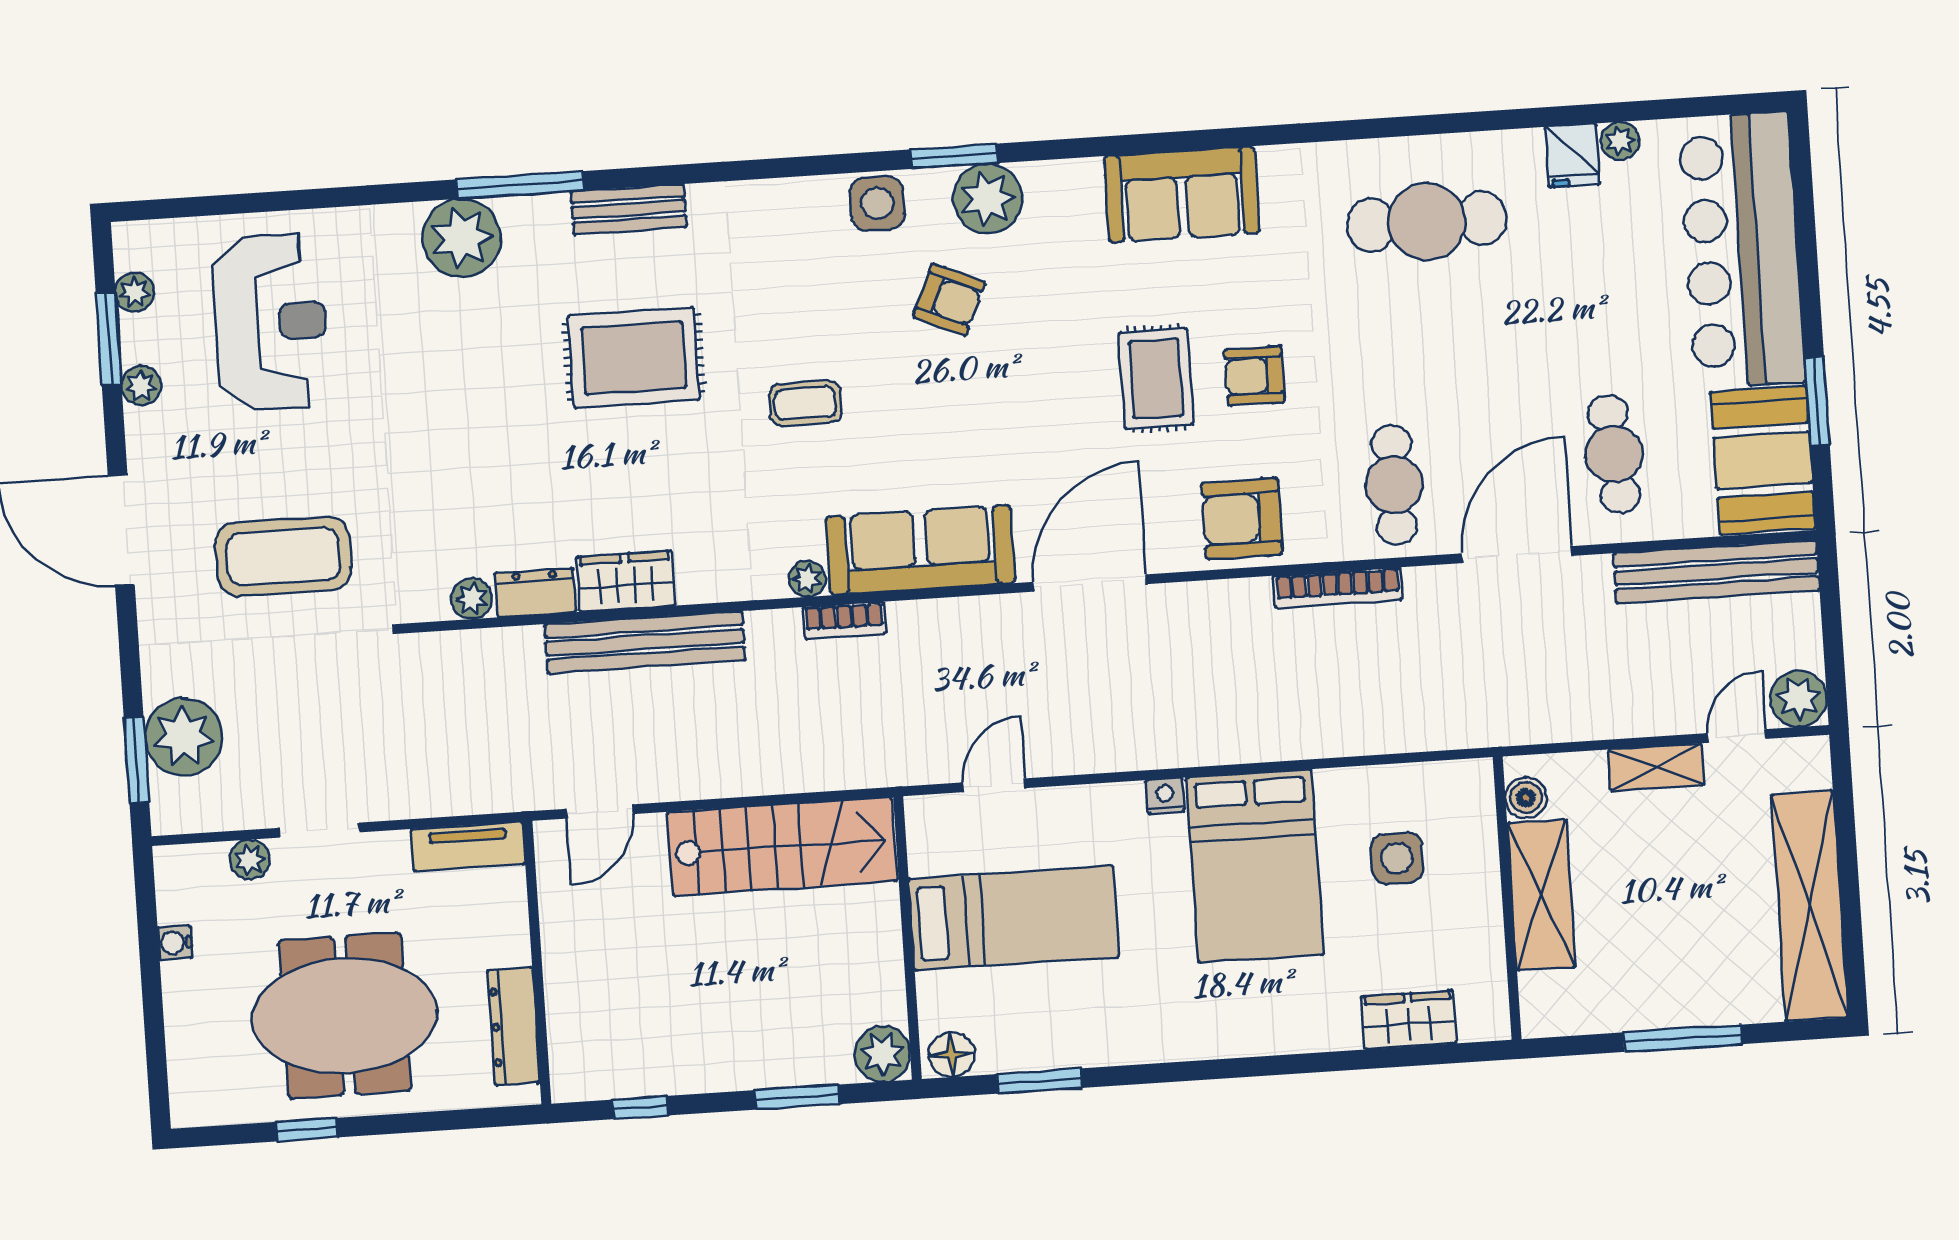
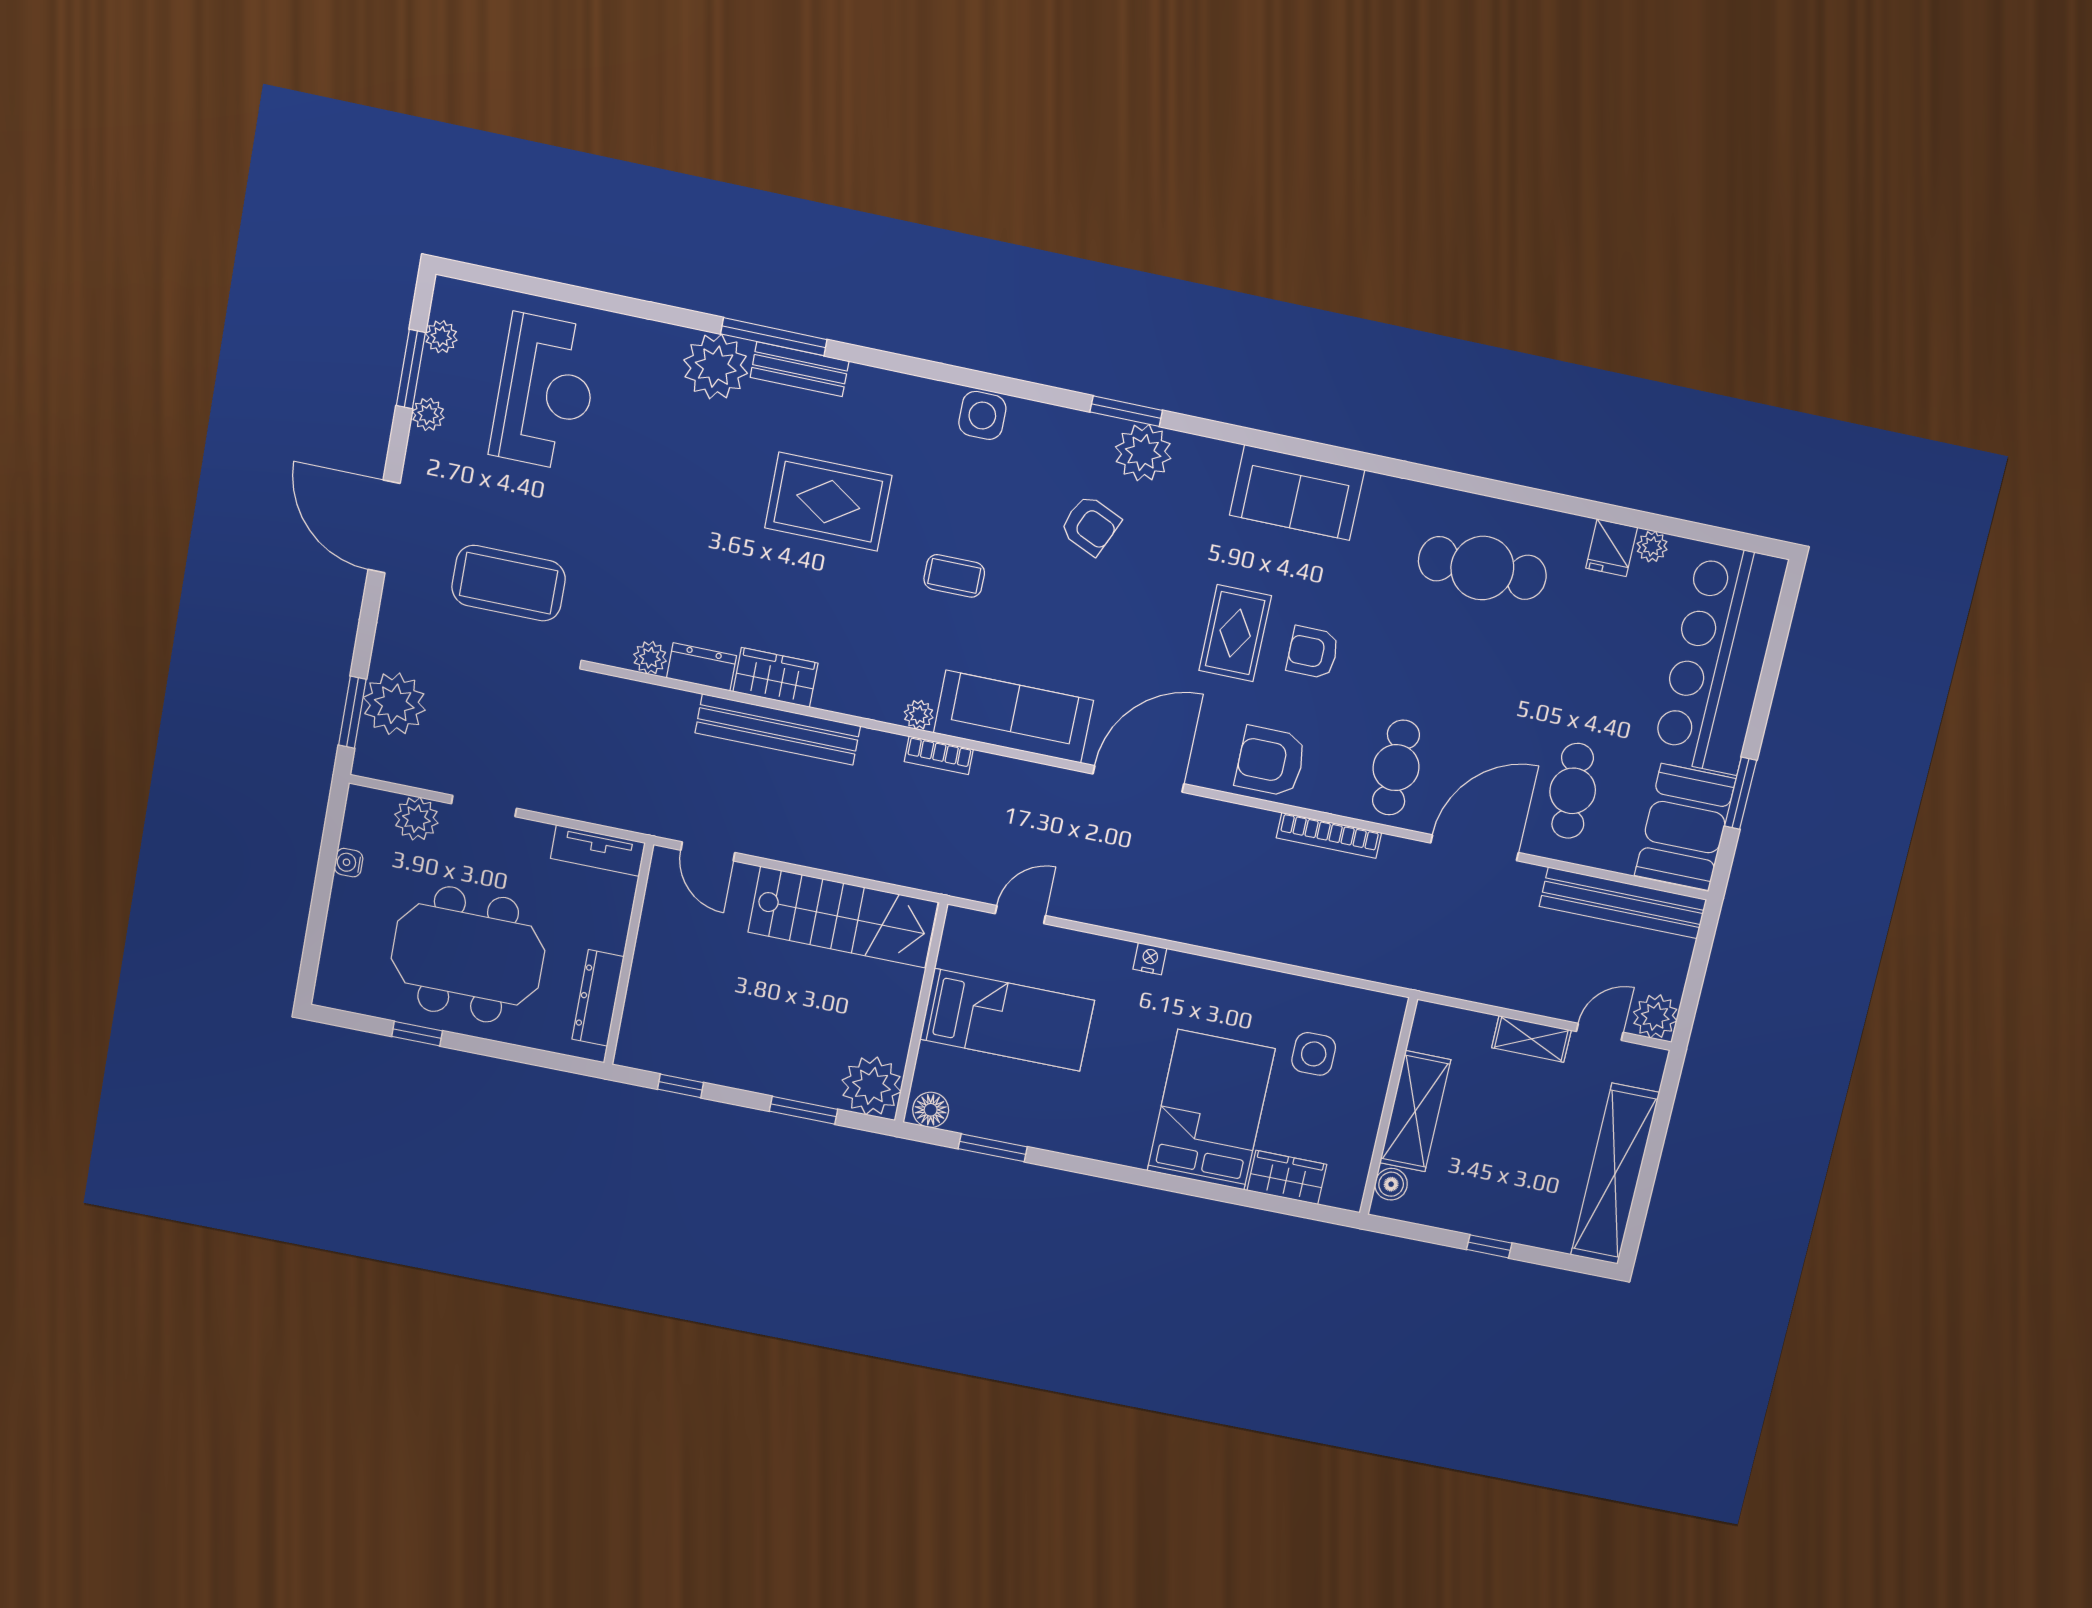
side table: (877, 203) -> (982, 415), moved
bench: (629, 209) -> (800, 369), moved
boiler: (1526, 798) -> (1391, 1184), moved
door: (600, 811) -> (708, 851), hinge flipped
plant: (250, 859) -> (416, 819), width x1.38, depth x1.38
bed: (1255, 866) -> (1211, 1110), moved, turned 180
window: (1683, 1038) -> (1489, 1246), width x0.46
plant: (882, 1054) -> (871, 1086), width x1.36, depth x1.36

